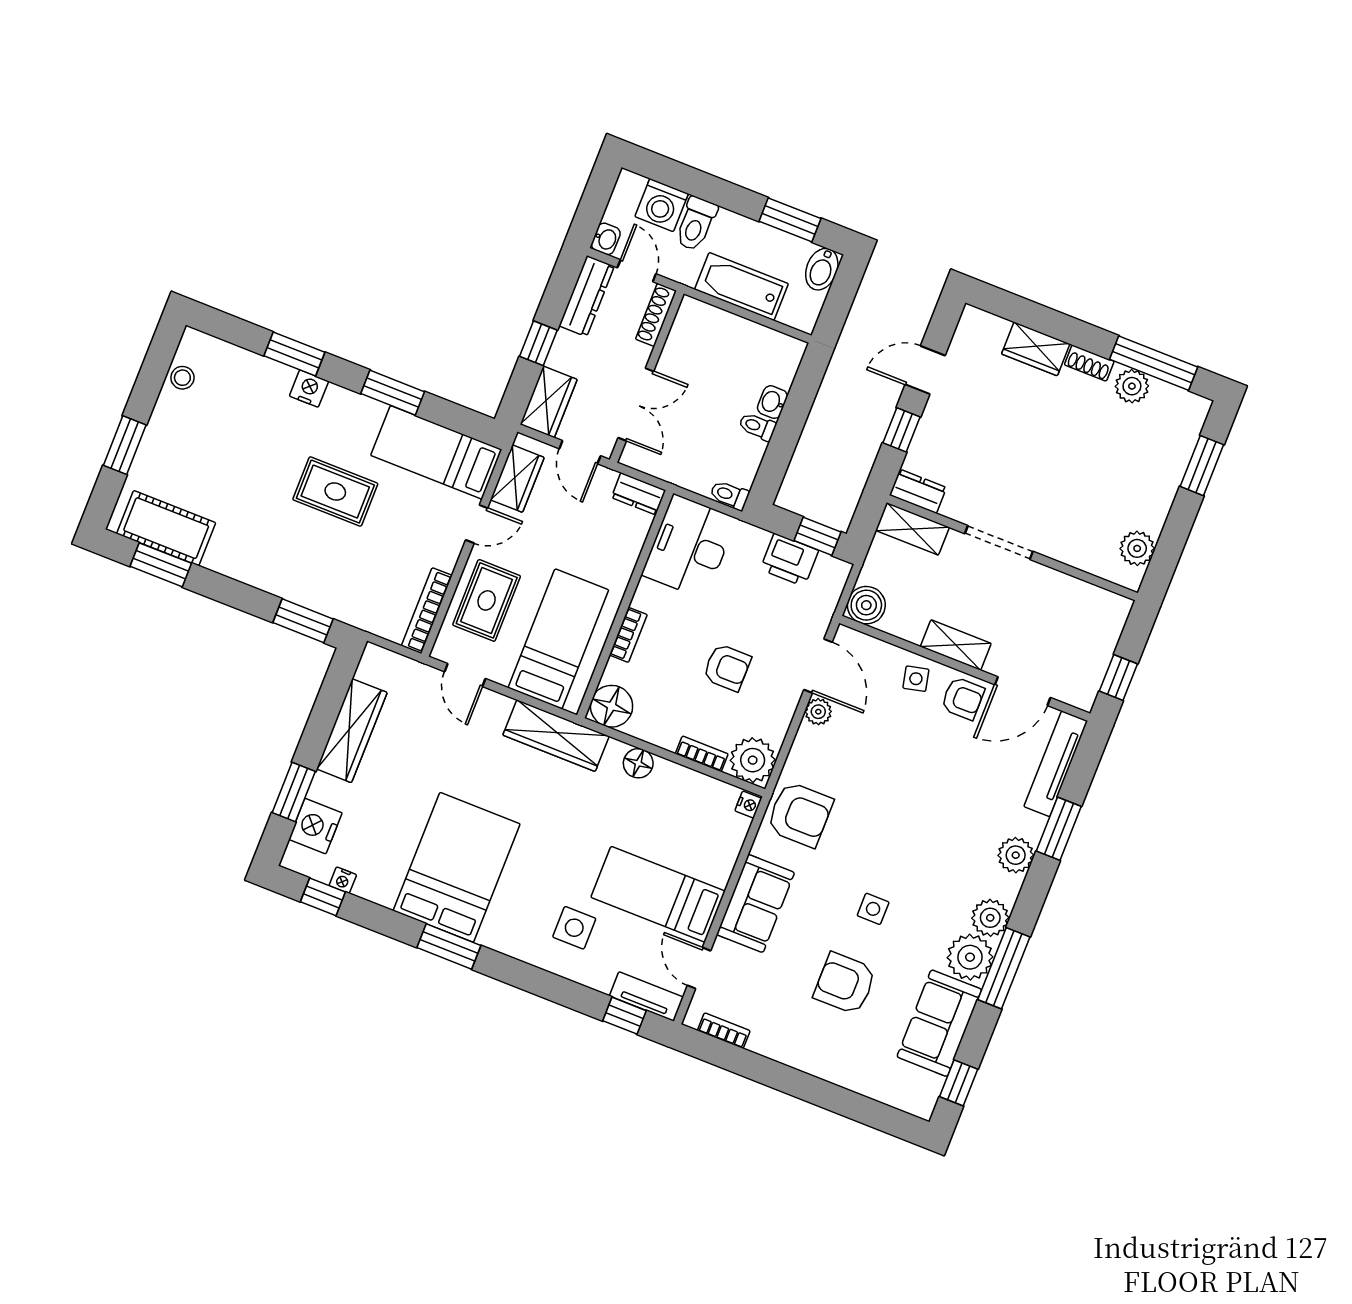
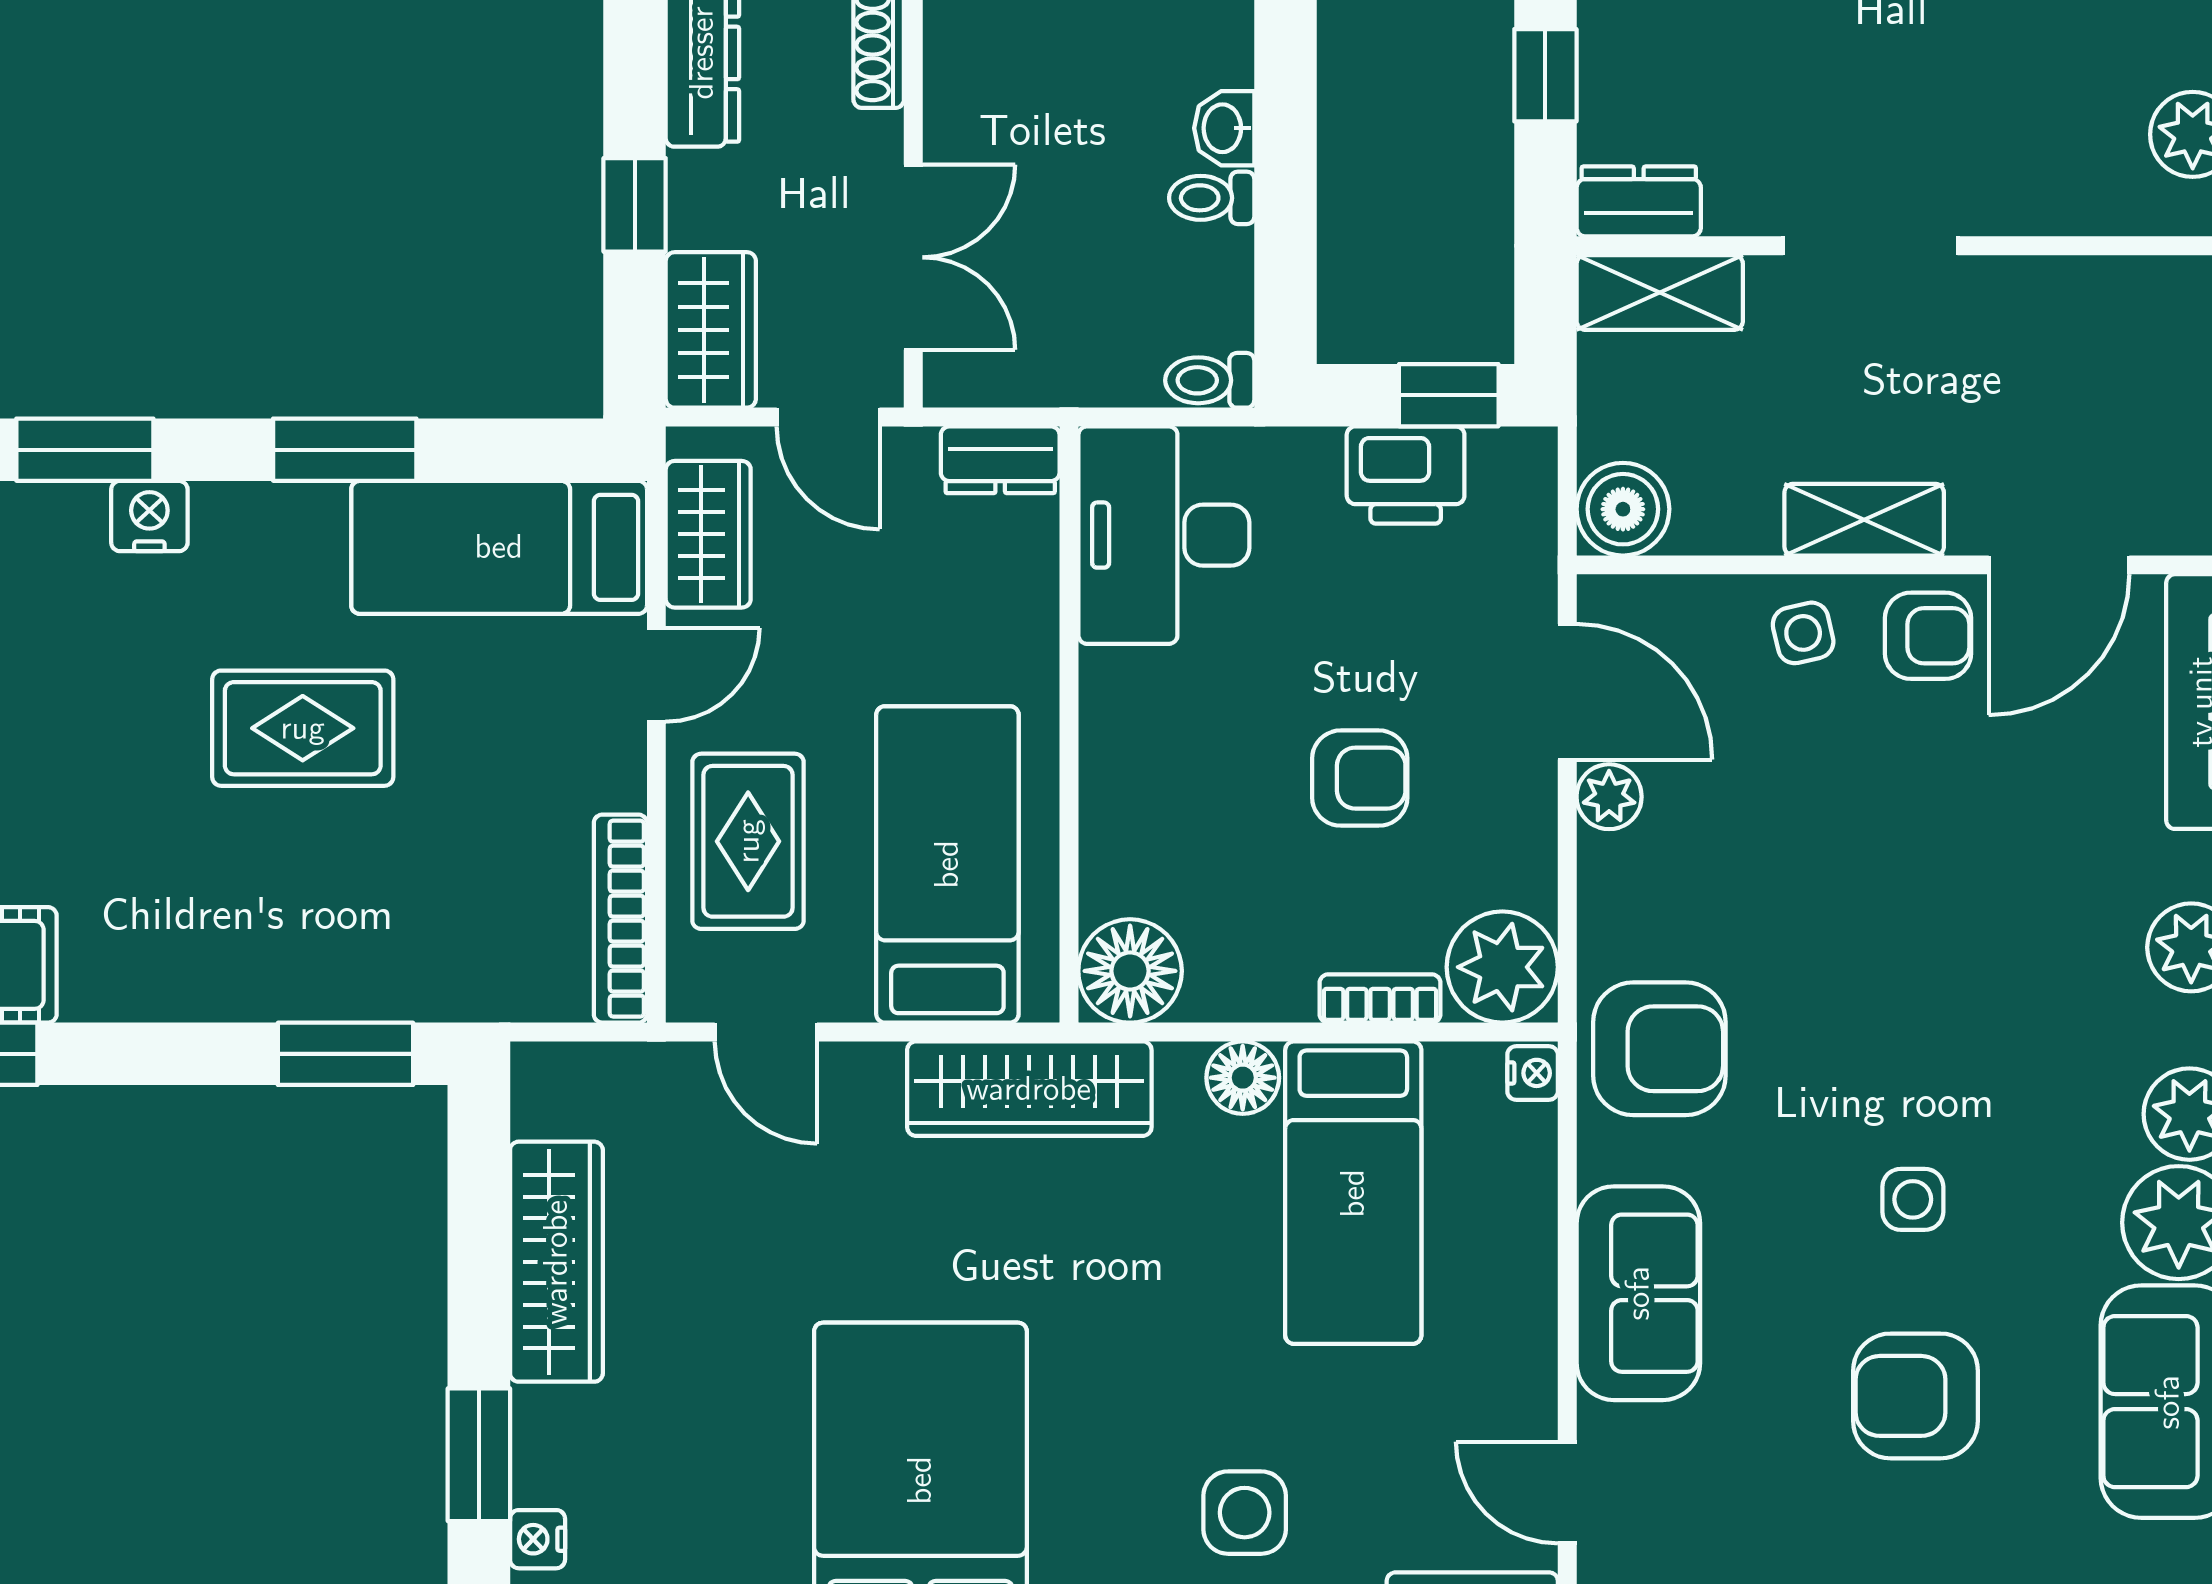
bookcase: (628, 635) -> (1104, 792), removed
nightstand: (315, 826) -> (538, 1539), width x0.53, depth x0.56
bed: (658, 894) -> (1353, 1193), moved, turned -90

